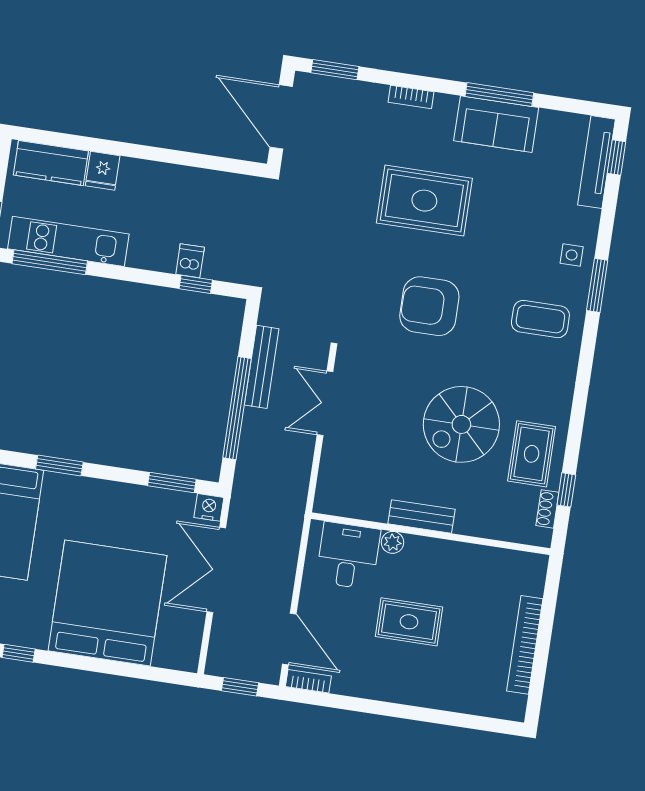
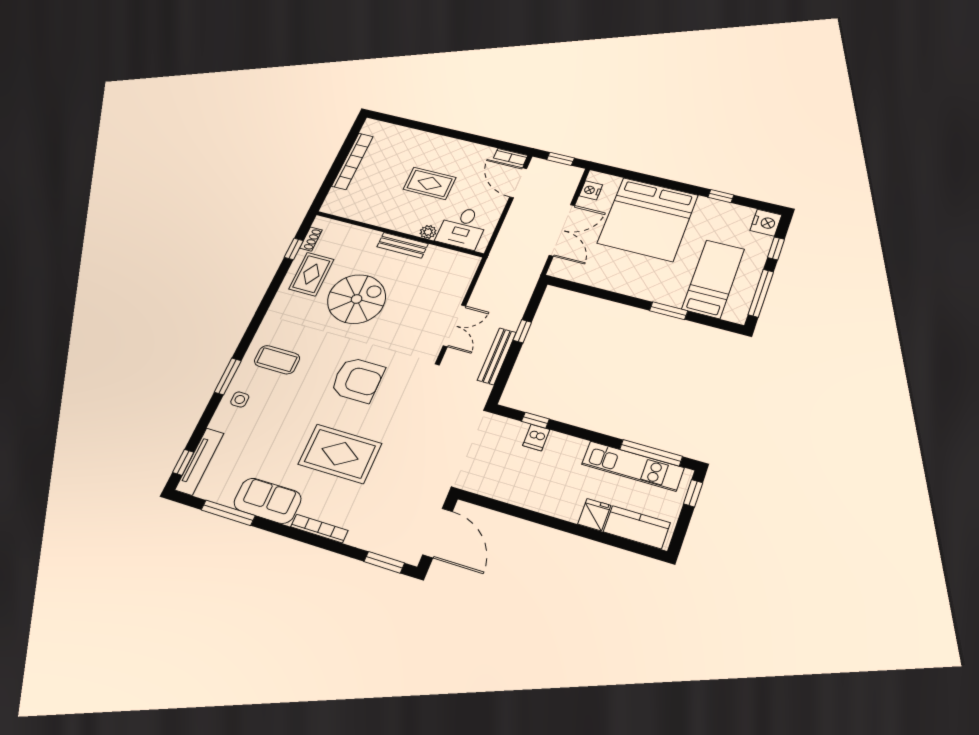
window: (499, 95) -> (228, 513), moved
bookcase: (411, 97) -> (319, 529), width x1.56
window: (237, 408) -> (522, 331), width x0.32
window: (172, 482) -> (583, 289), removed
nightstand: (209, 507) -> (591, 190), moved, turned 90

